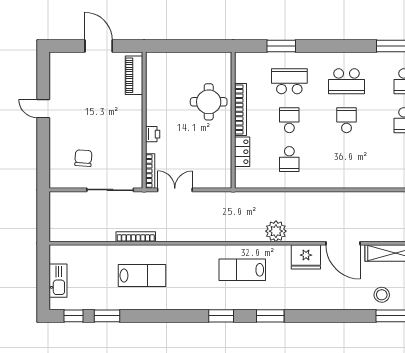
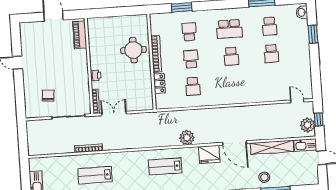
school desk: (289, 81) -> (189, 32), width x0.54
school desk: (347, 120) -> (231, 56), turned 180
lab bench: (142, 276) -> (95, 175), turned 180

